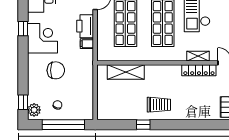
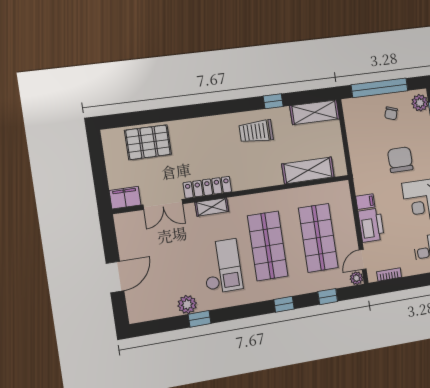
chair: (56, 70) -> (400, 160), turned 90
shelving: (114, 113) -> (315, 112), added

